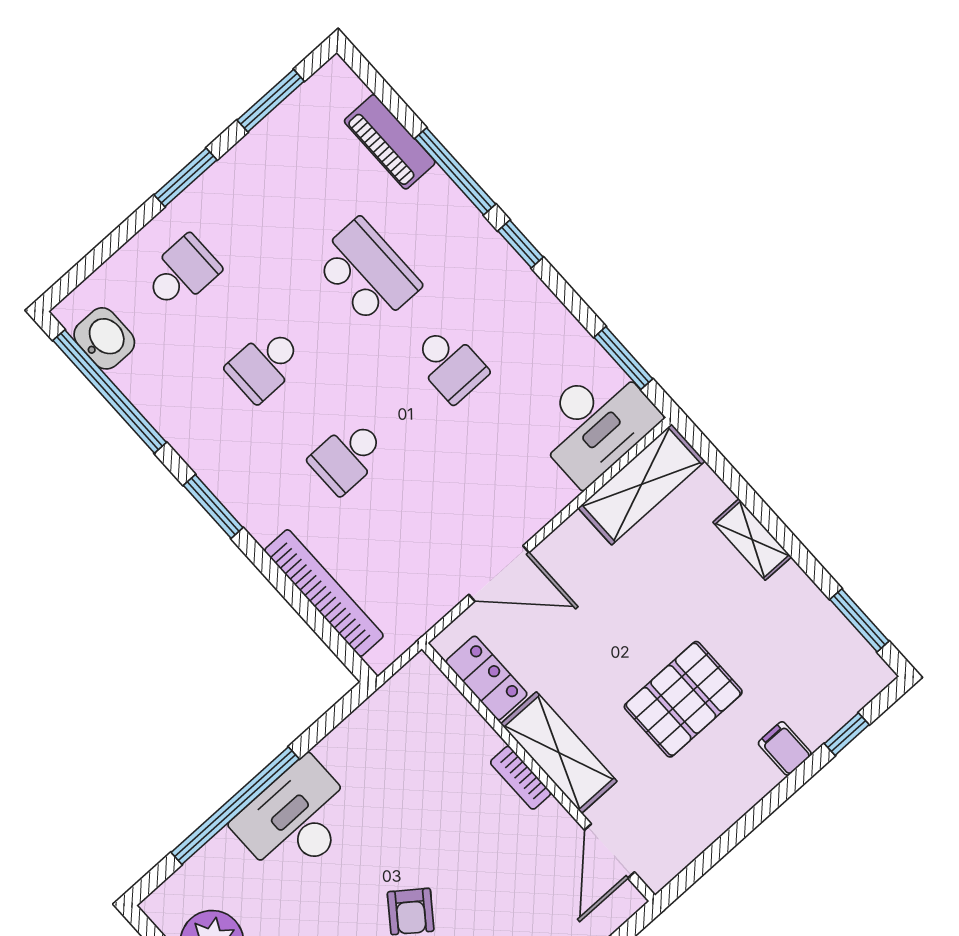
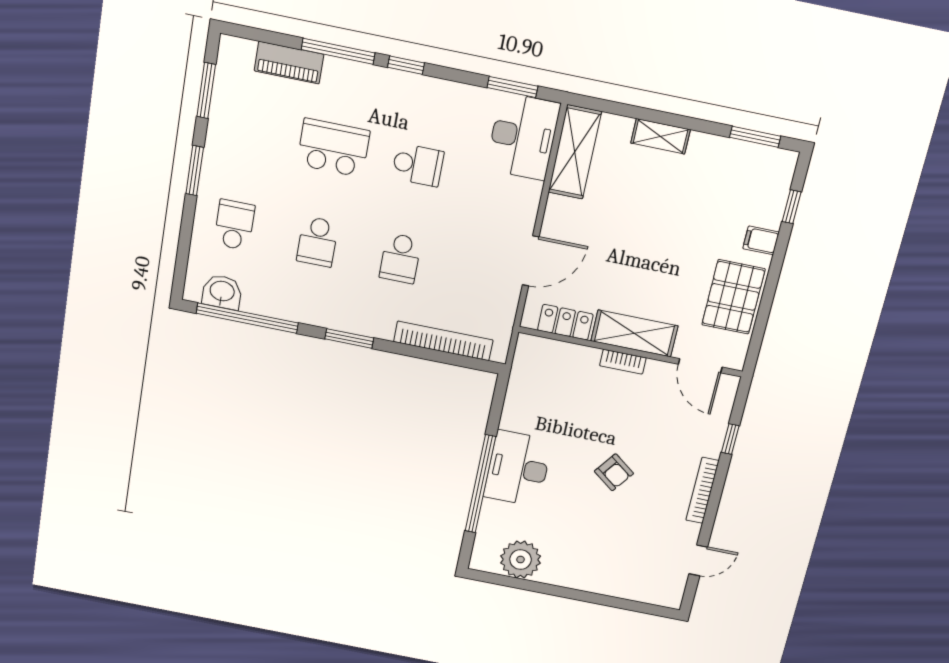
pallet: (683, 699) -> (733, 297), moved

